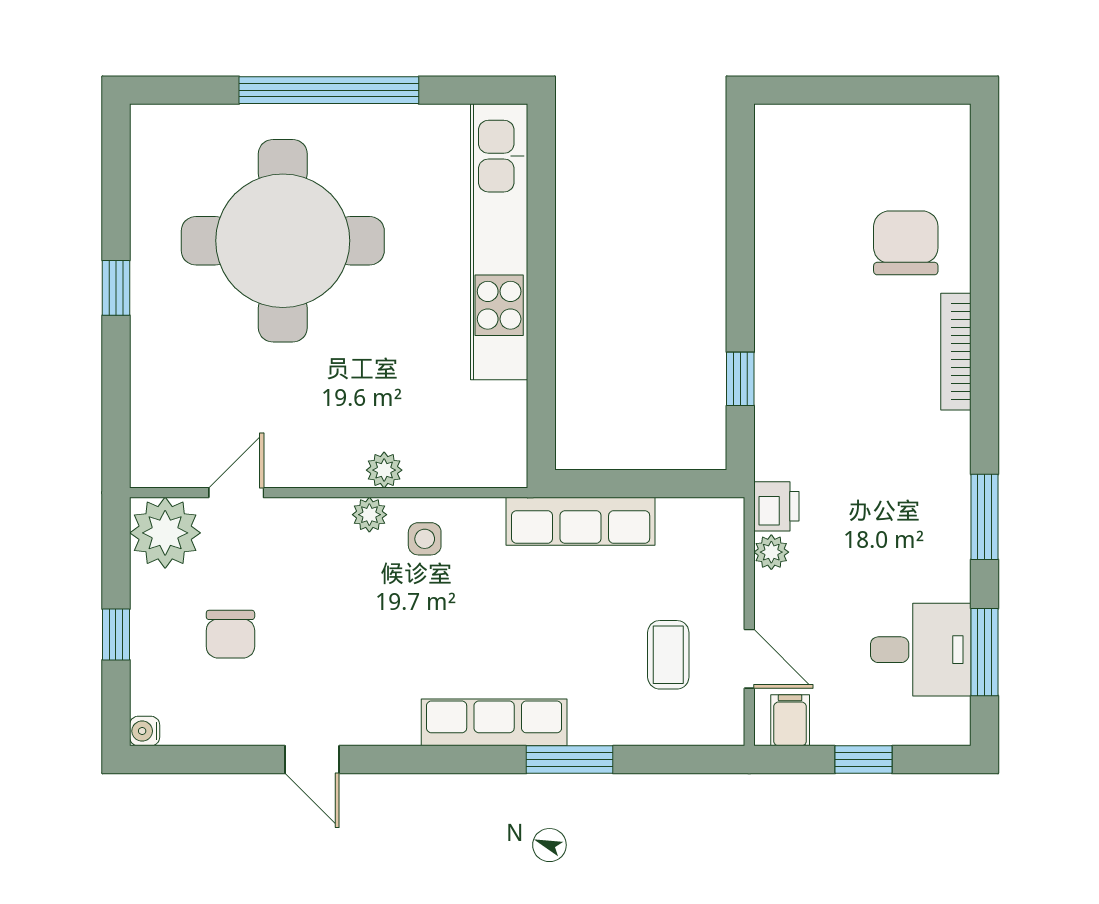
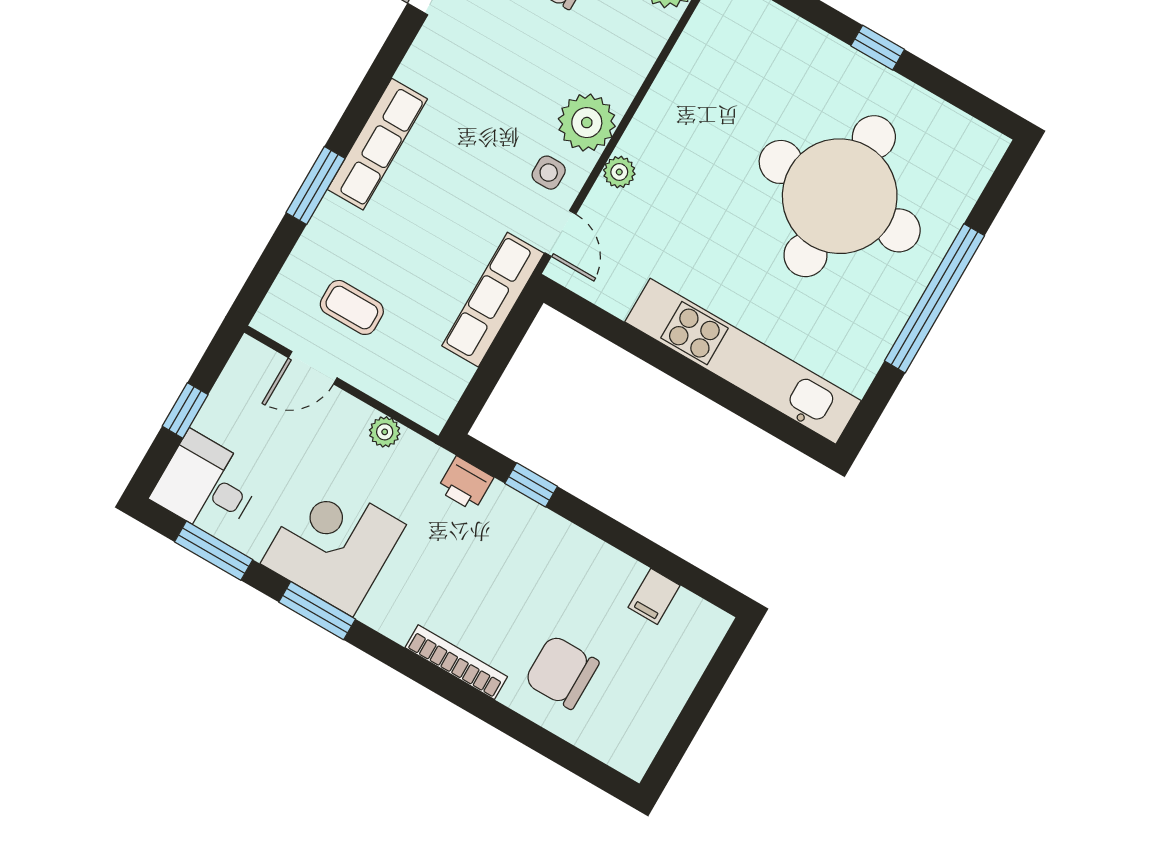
chair: (906, 243) -> (562, 672), turned 180
door: (236, 493) -> (560, 234), moved
printer: (776, 506) -> (465, 484), moved
plant: (369, 515) -> (587, 123), width x1.87, depth x1.87
corner desk: (910, 539) -> (333, 544), added
desk: (921, 650) -> (207, 485), moved, turned 90
filing cabinet: (790, 720) -> (654, 596), moved, turned 90

